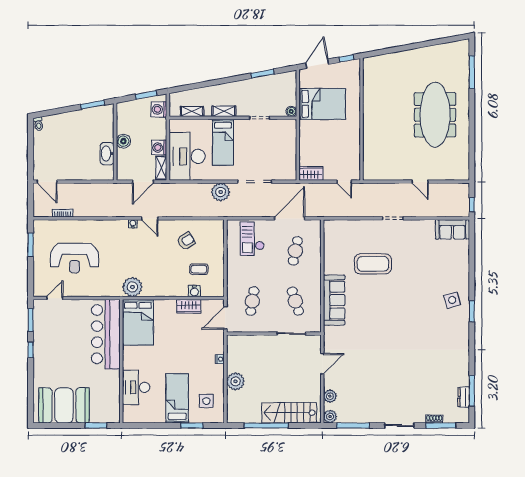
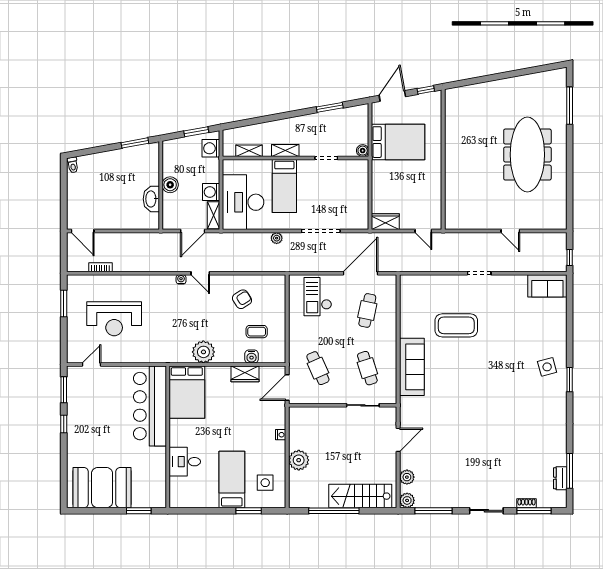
plant: (221, 192) -> (277, 238), width x0.53, depth x0.53
plant: (132, 287) -> (203, 352), moved
cafe table: (252, 301) -> (318, 368), turned -33
desk: (136, 387) -> (185, 462), width x0.73

